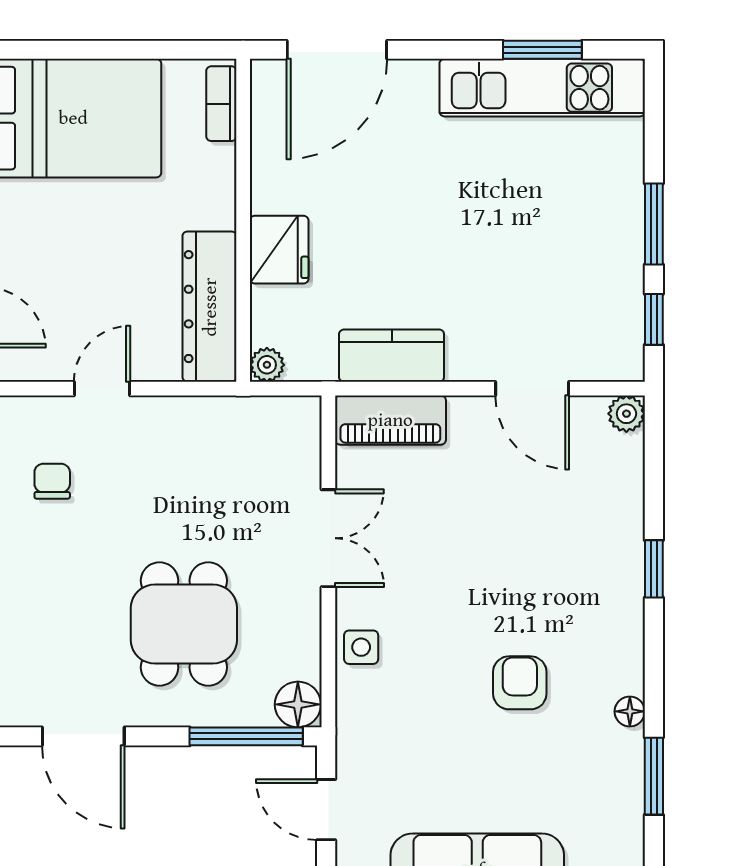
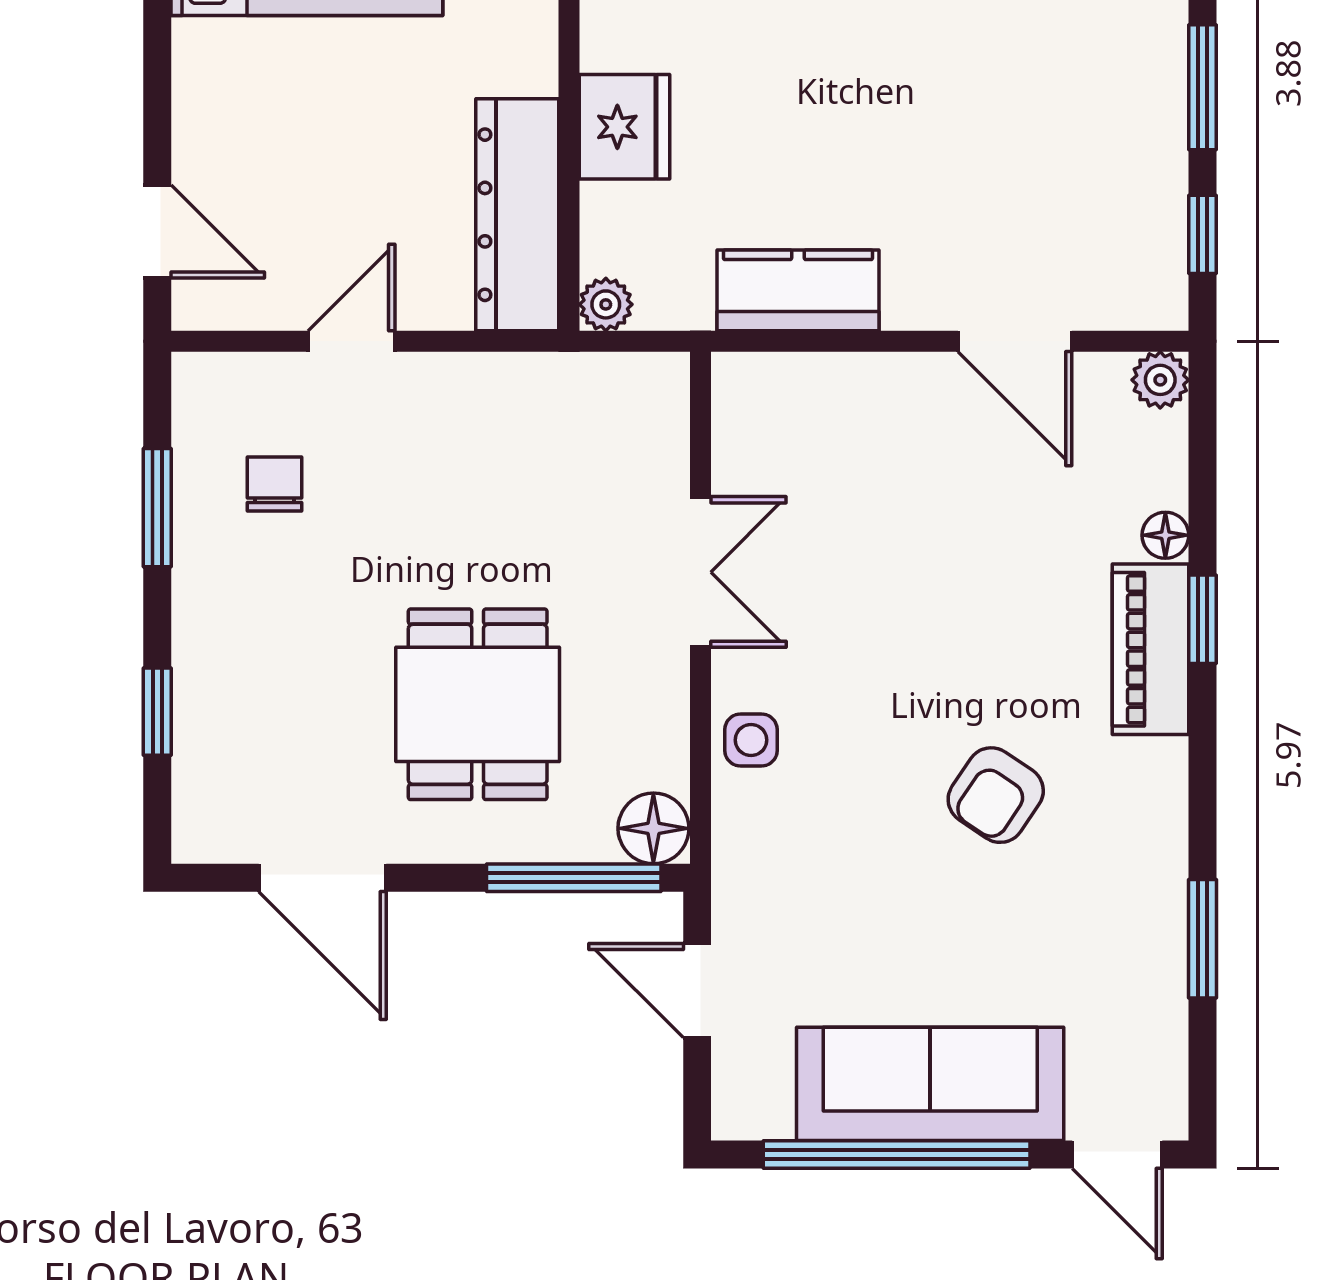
piano: (390, 420) -> (1150, 649), moved, turned 90
armchair: (520, 683) -> (996, 795), turned -146
floor lamp: (630, 711) -> (1165, 535), moved

